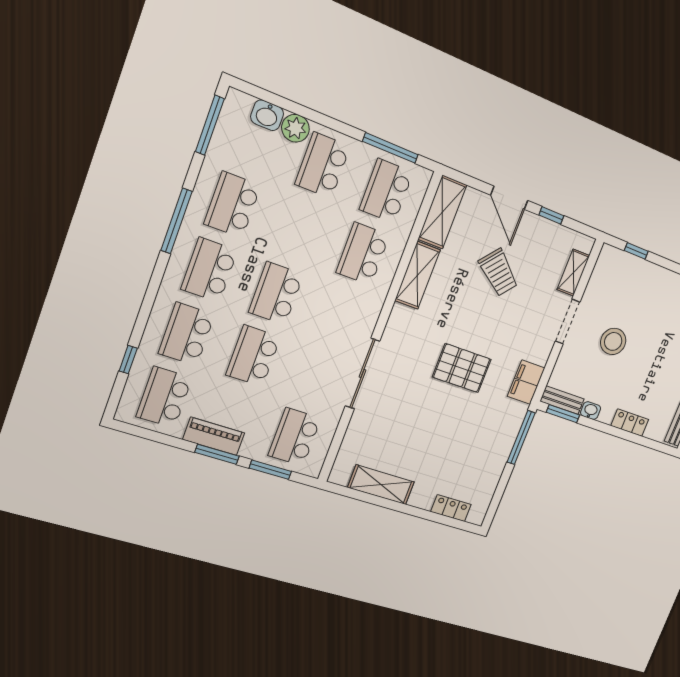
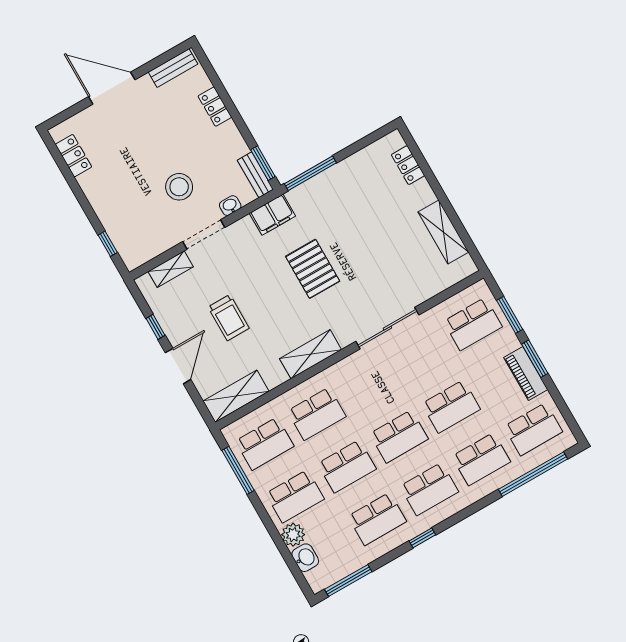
window: (176, 221) -> (422, 538), width x0.46
school desk: (299, 230) -> (347, 466), added
trolley: (499, 272) -> (229, 318), turned 140
shelving: (417, 275) -> (311, 354), moved
window: (128, 360) -> (533, 474), width x3.17
washbasin: (591, 411) -> (230, 206), moved, turned 90

